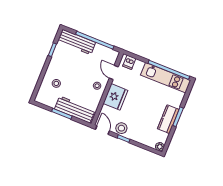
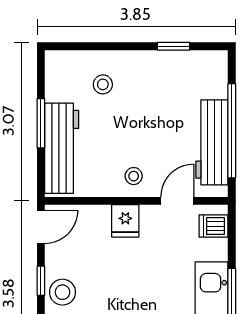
workbench: (77, 42) -> (212, 142), moved
fridge: (115, 97) -> (125, 221), width x0.53, depth x0.75
stool: (121, 128) -> (62, 292), moved

